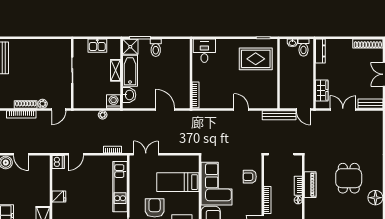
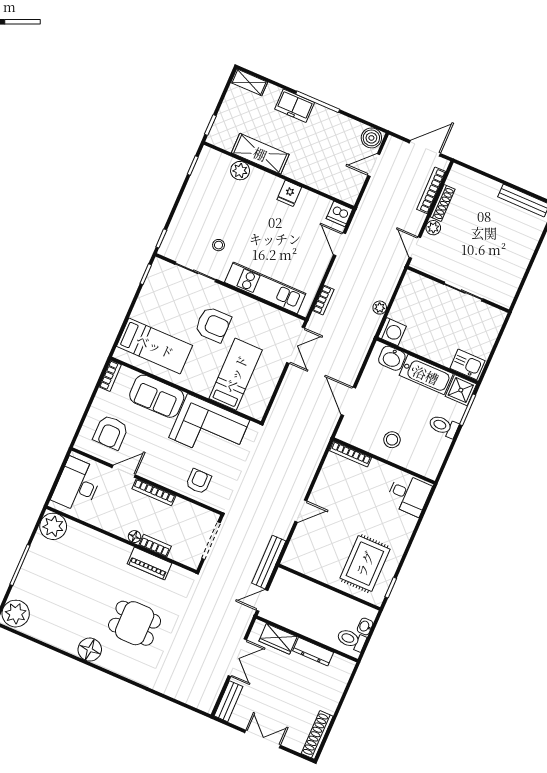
kitchen sink: (97, 46) -> (467, 364), moved, turned 90
dresser: (320, 51) -> (313, 652), moved
shelving: (116, 70) -> (436, 354), removed
stool: (177, 74) -> (392, 440), added
door: (165, 109) -> (348, 401), swing flipped

